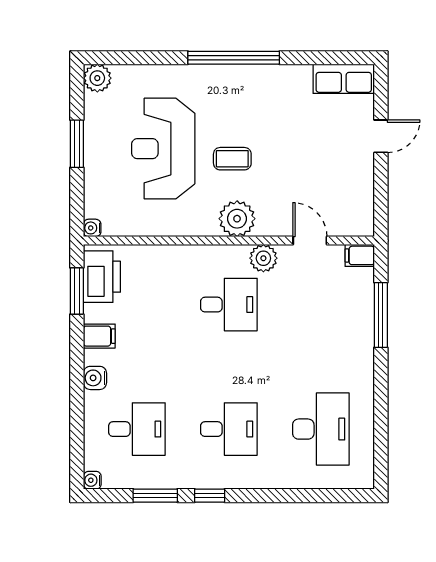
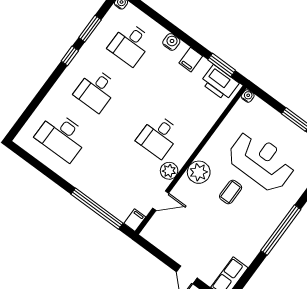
window: (381, 315) -> (97, 209), width x1.46

